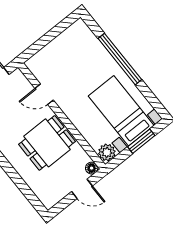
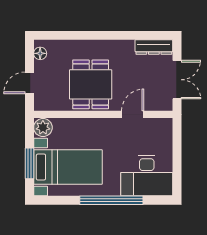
desk: (81, 48) -> (147, 176), added
floor lamp: (92, 168) -> (40, 53), moved

